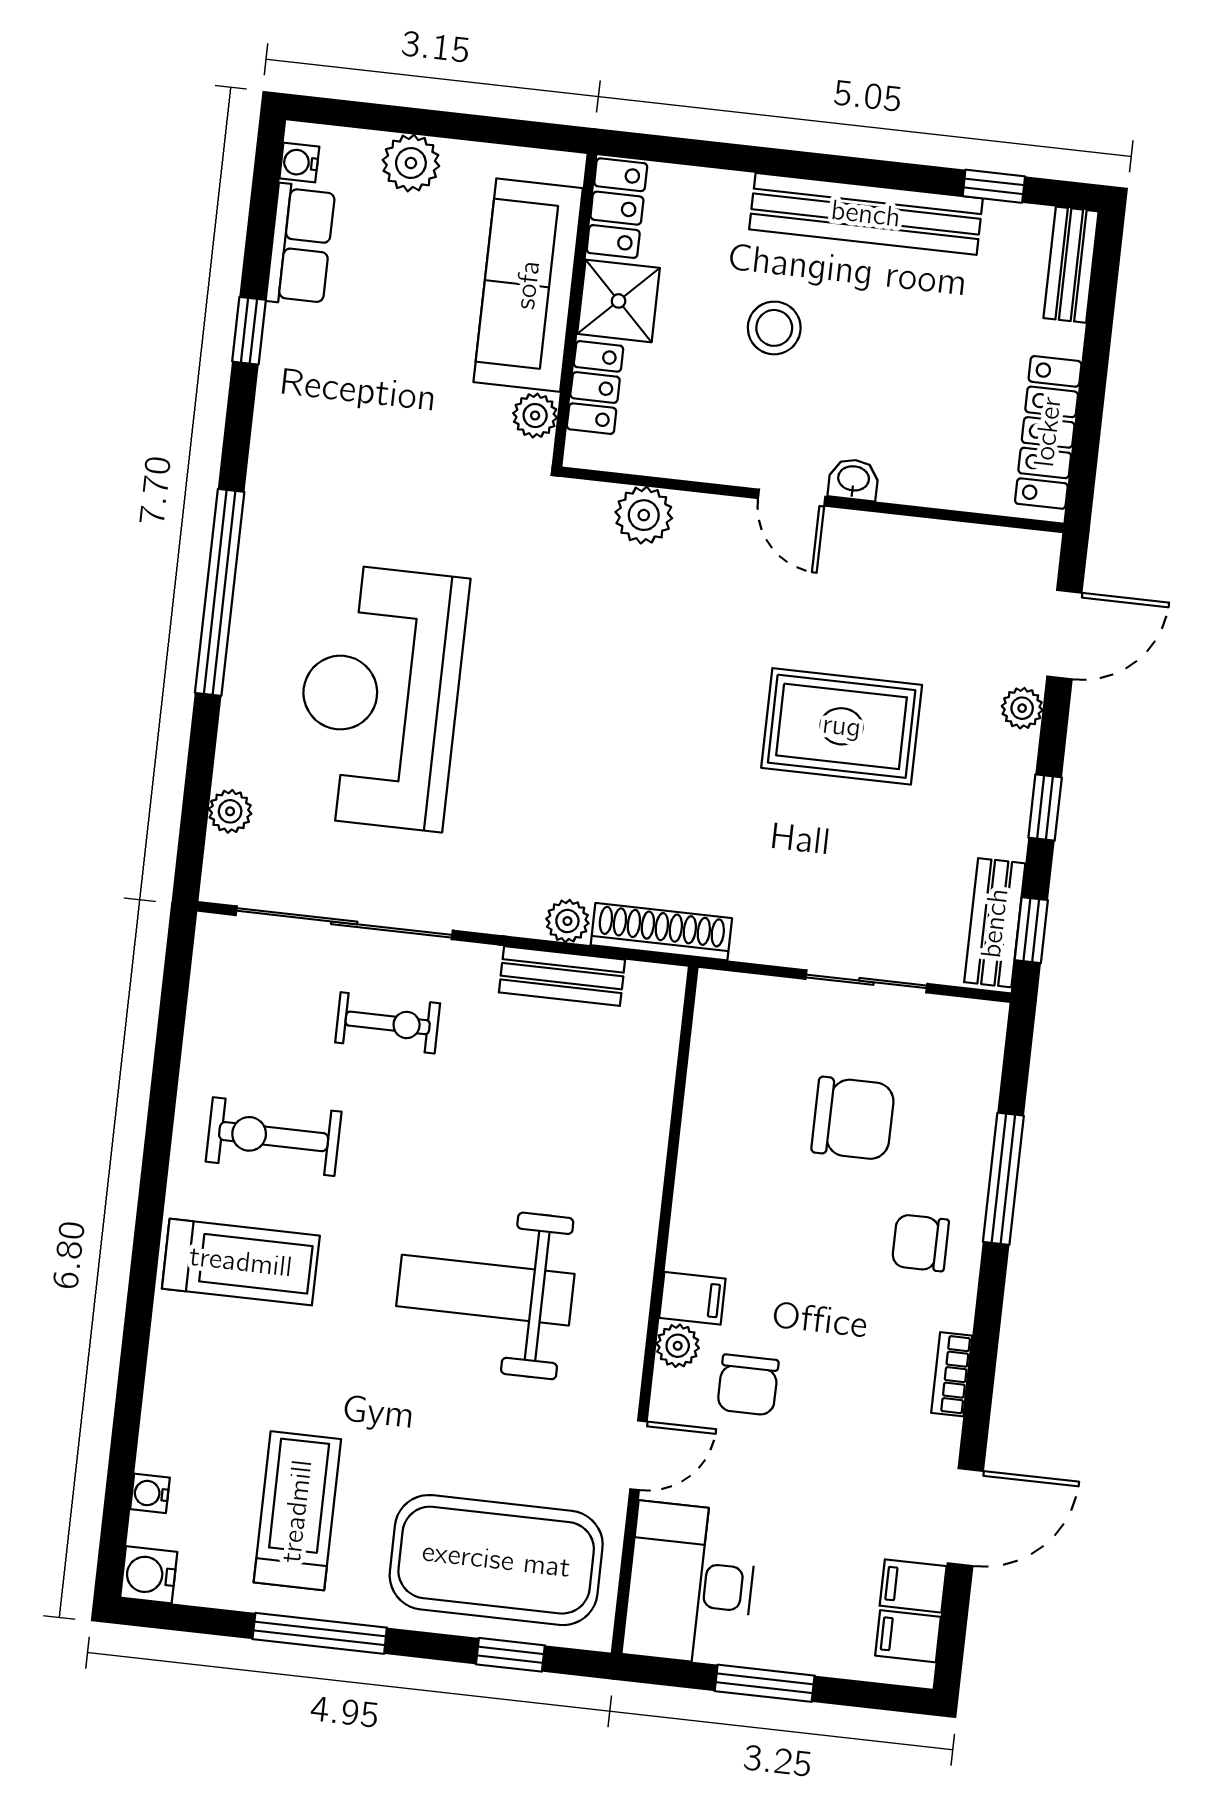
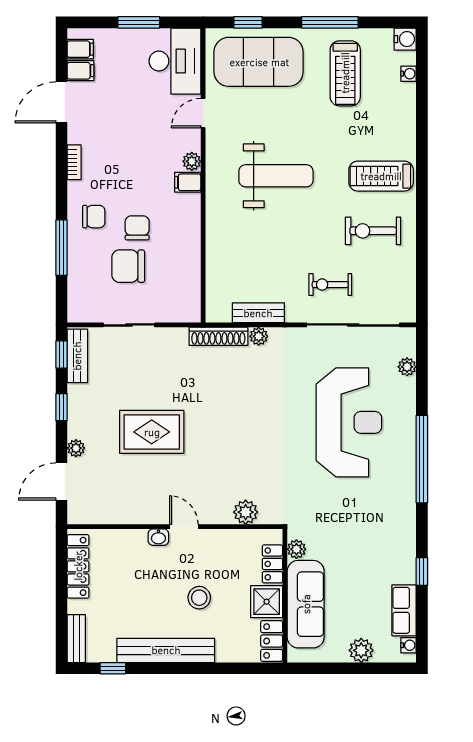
exercise bike: (274, 1137) -> (373, 231), turned 180
chair: (748, 1385) -> (137, 228), moved

